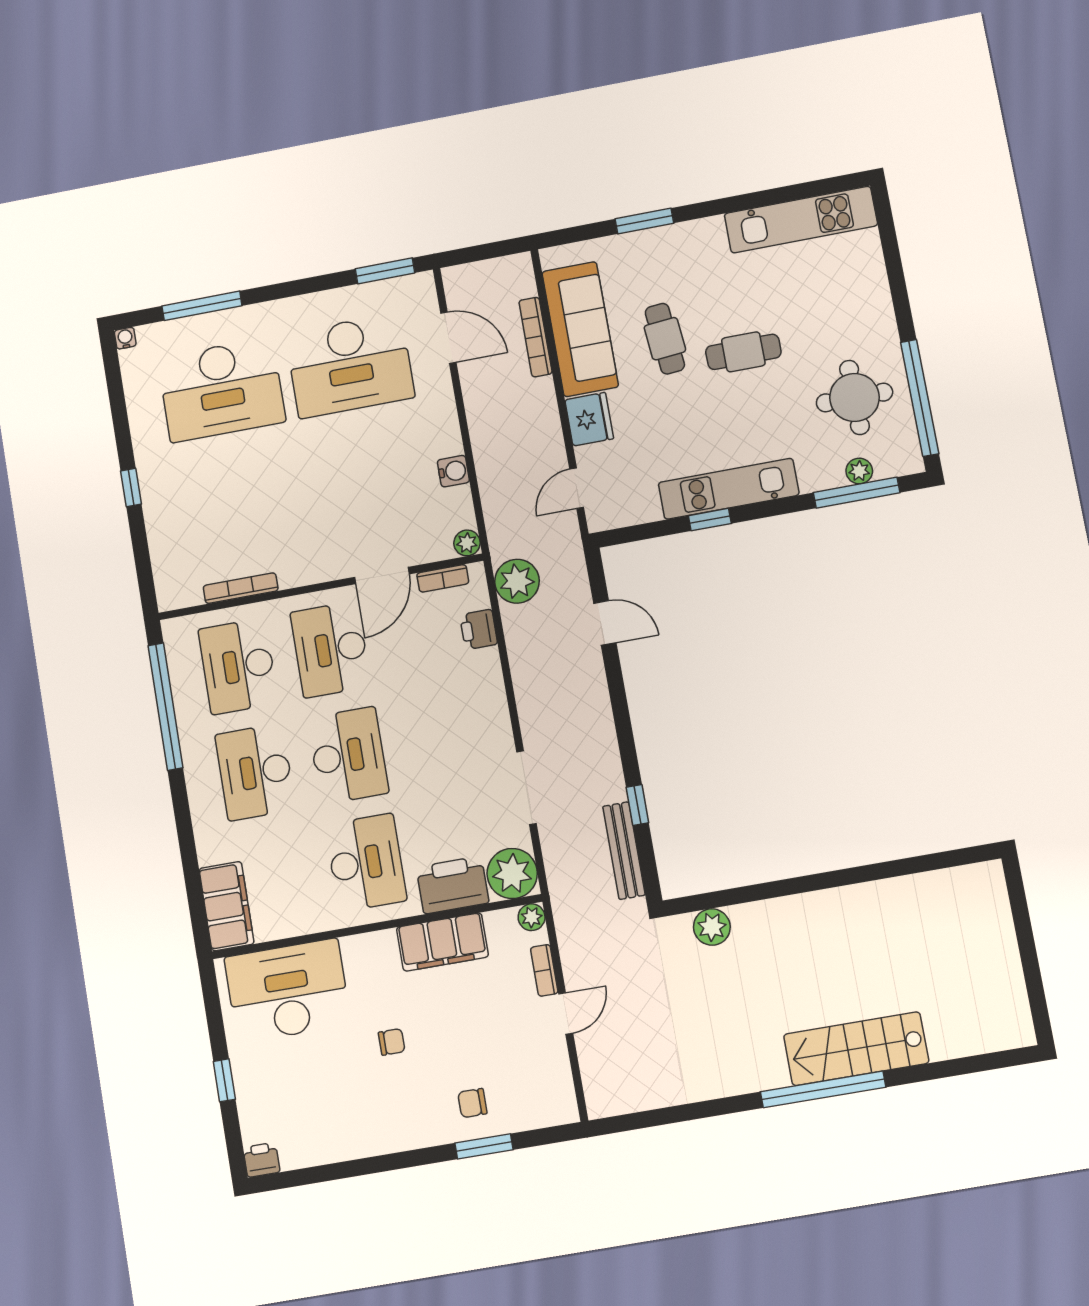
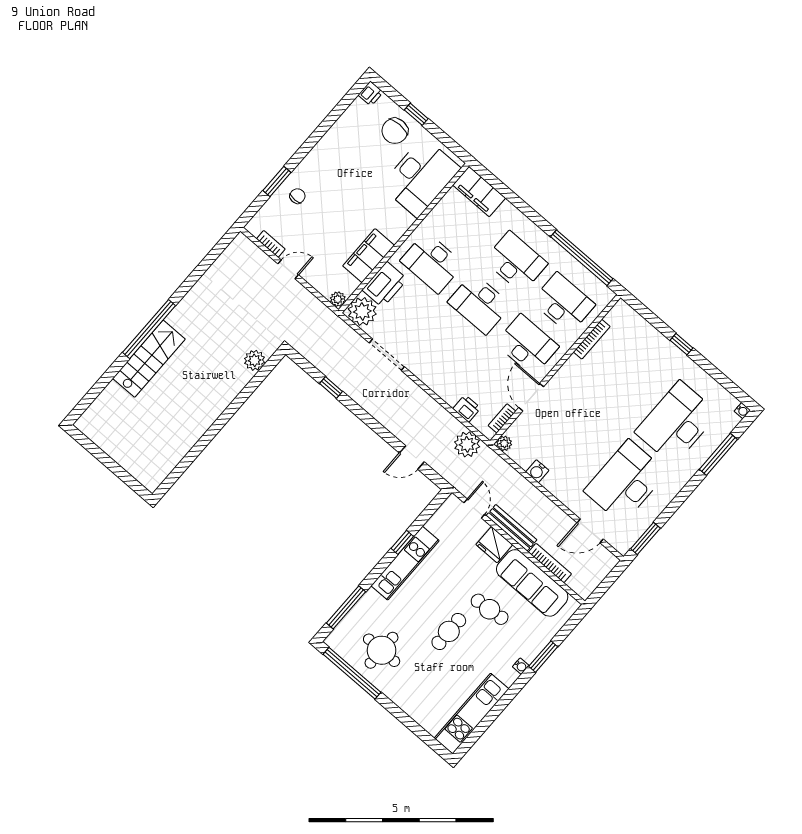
water cooler: (684, 231) -> (521, 666), added
plant: (859, 471) -> (353, 618), removed
bench: (624, 851) -> (512, 528), moved
bookcase: (544, 970) -> (271, 244), moved
door: (566, 1013) -> (288, 269), swing flipped
chair: (392, 1042) -> (395, 131), moved, width x1.87, depth x1.87

